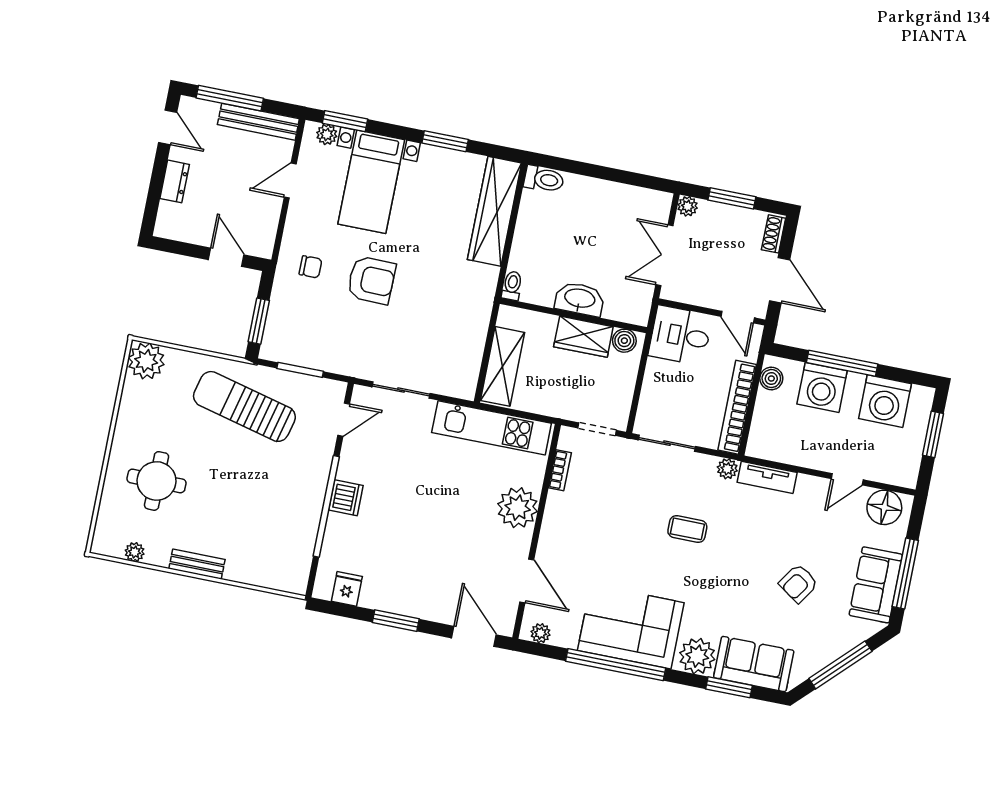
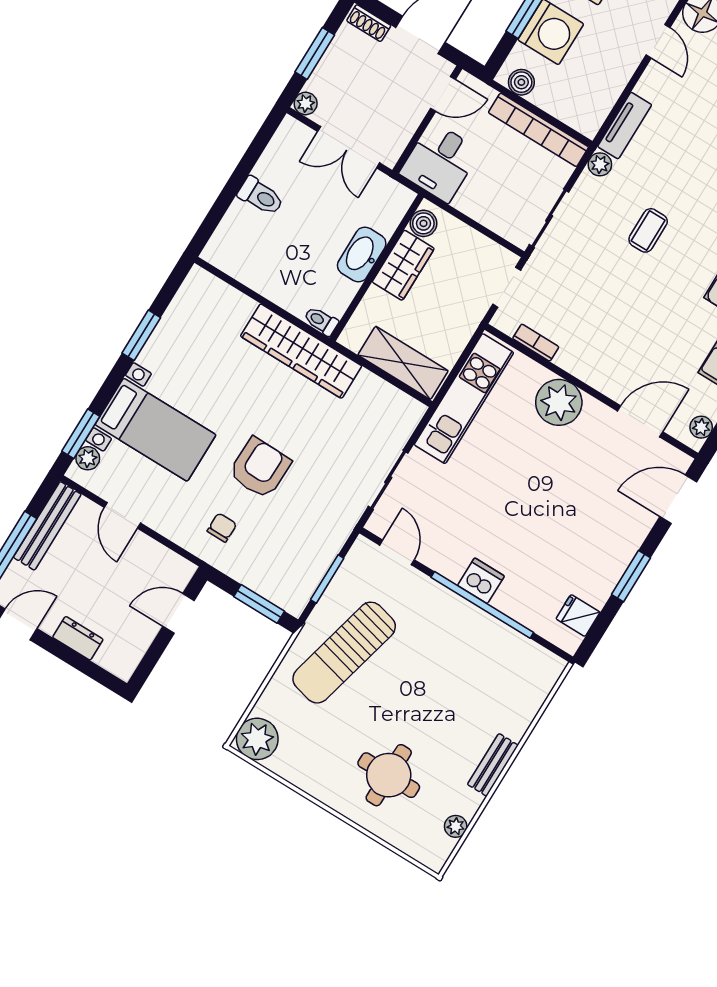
toilet: (544, 179) -> (261, 196), moved, turned 90
wardrobe: (494, 211) -> (301, 351), moved

